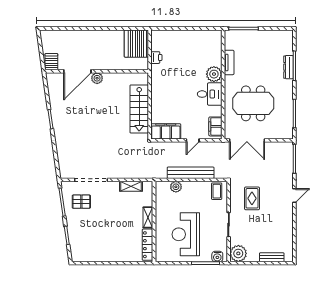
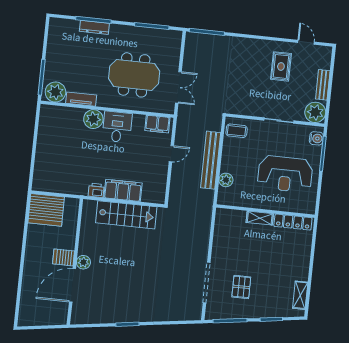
plant: (233, 41) -> (55, 92), added
printer: (156, 58) -> (96, 190), moved
server rack: (51, 62) -> (64, 257), moved
door: (77, 71) -> (72, 285), swing flipped
meeting table: (253, 103) -> (134, 75), turned 90
filing cabinet: (166, 131) -> (123, 190), moved, turned 90
door: (193, 140) -> (171, 154), hinge flipped
double door: (247, 140) -> (178, 87), width x0.73
shelving: (131, 186) -> (300, 295), moved
door: (294, 195) -> (306, 42), moved
rug: (252, 198) -> (281, 66), moved, turned 90
pallet: (81, 202) -> (241, 287), moved
bench: (272, 257) -> (323, 85), moved

